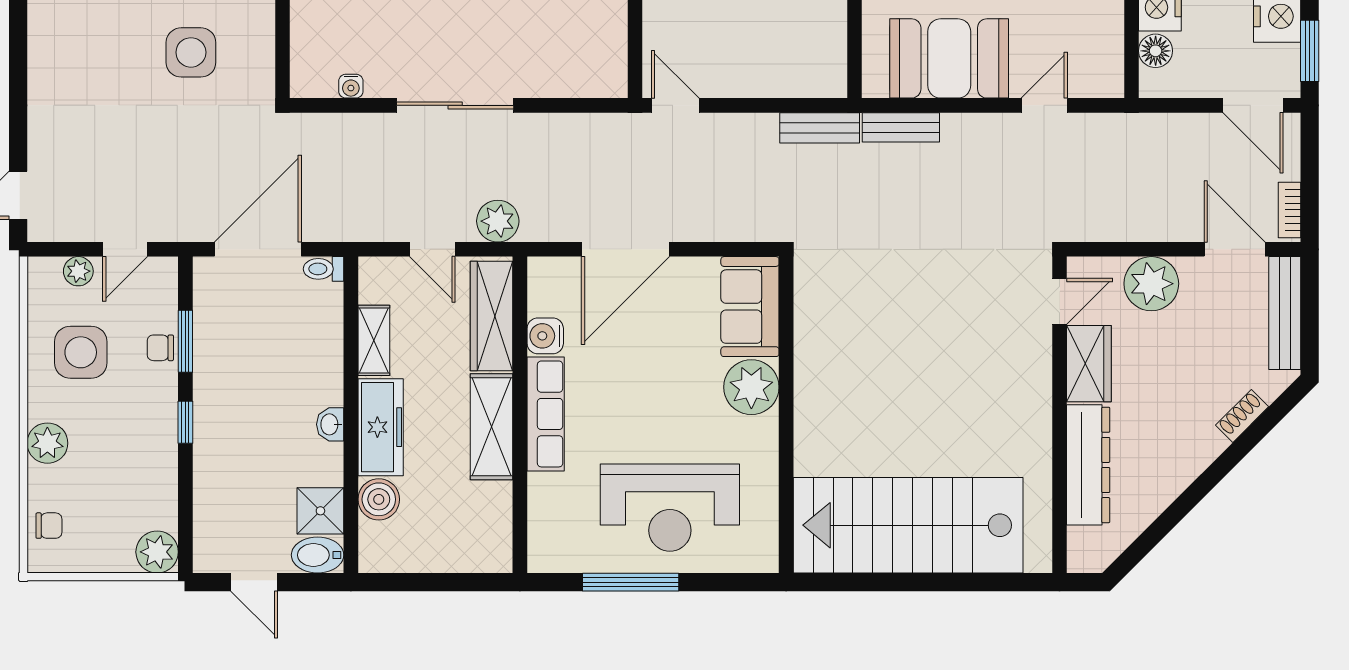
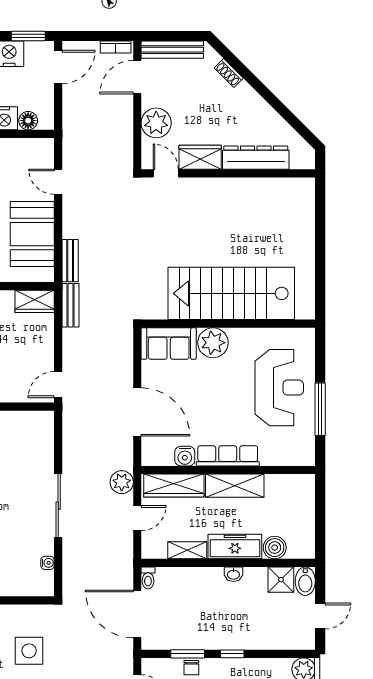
wardrobe: (827, 63) -> (35, 301), added
stairs: (908, 525) -> (231, 293), moved, turned 90

